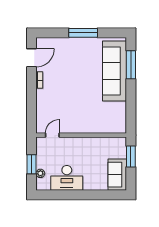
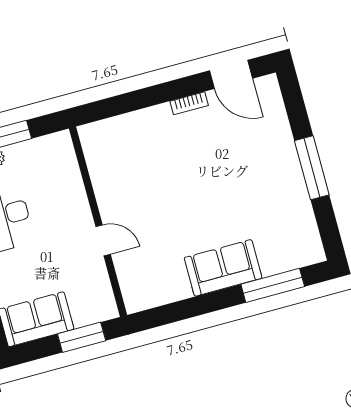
sofa: (115, 71) -> (223, 268), width x0.54, depth x0.79
door: (52, 135) -> (103, 240), moved

